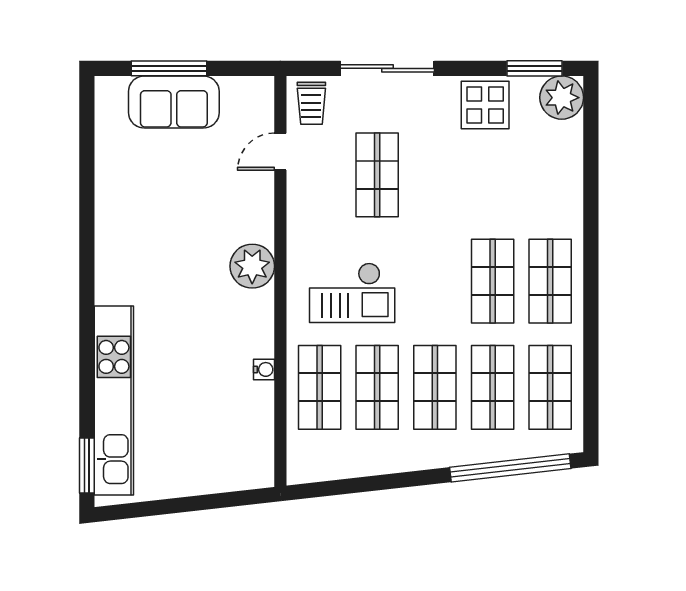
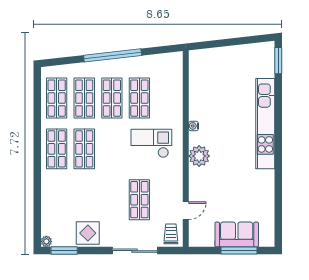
plant: (562, 98) -> (46, 241), width x0.53, depth x0.53
water cooler: (264, 369) -> (194, 126), moved
shop shelf: (320, 387) -> (167, 98), removed
kitchen unit: (114, 400) -> (265, 124), moved
window: (510, 468) -> (113, 55), moved

